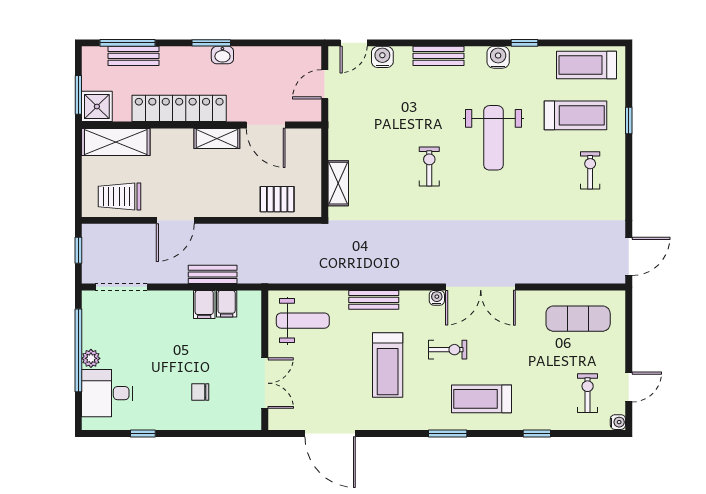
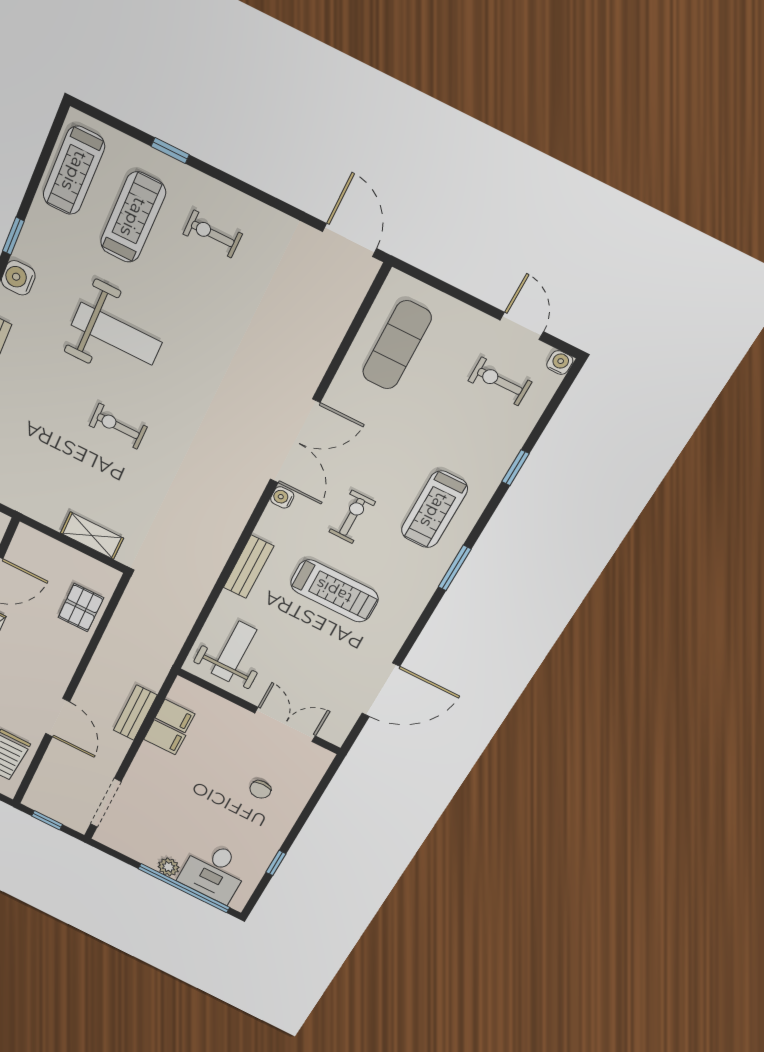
window: (78, 350) -> (184, 888), moved

